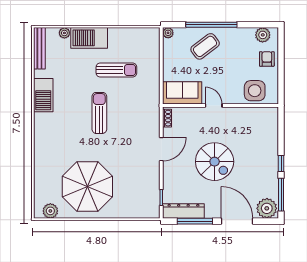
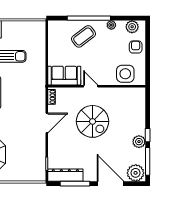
plant: (168, 33) -> (111, 25), moved
spiral stairs: (215, 162) -> (93, 121), moved
plant: (271, 171) -> (139, 142), added

